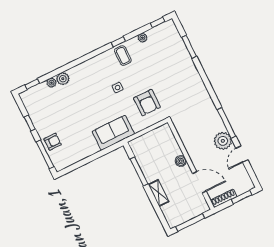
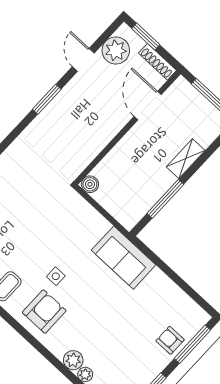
armchair: (147, 103) -> (44, 312), moved
window: (226, 123) -> (47, 99), width x0.69
plant: (223, 141) -> (116, 50), moved
door: (242, 154) -> (83, 60), swing flipped
boiler: (181, 161) -> (90, 184), moved

